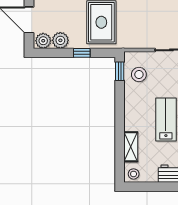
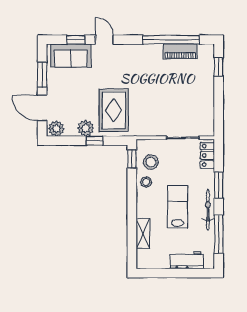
plant: (60, 40) -> (86, 128), moved
stool: (134, 174) -> (146, 182), moved

